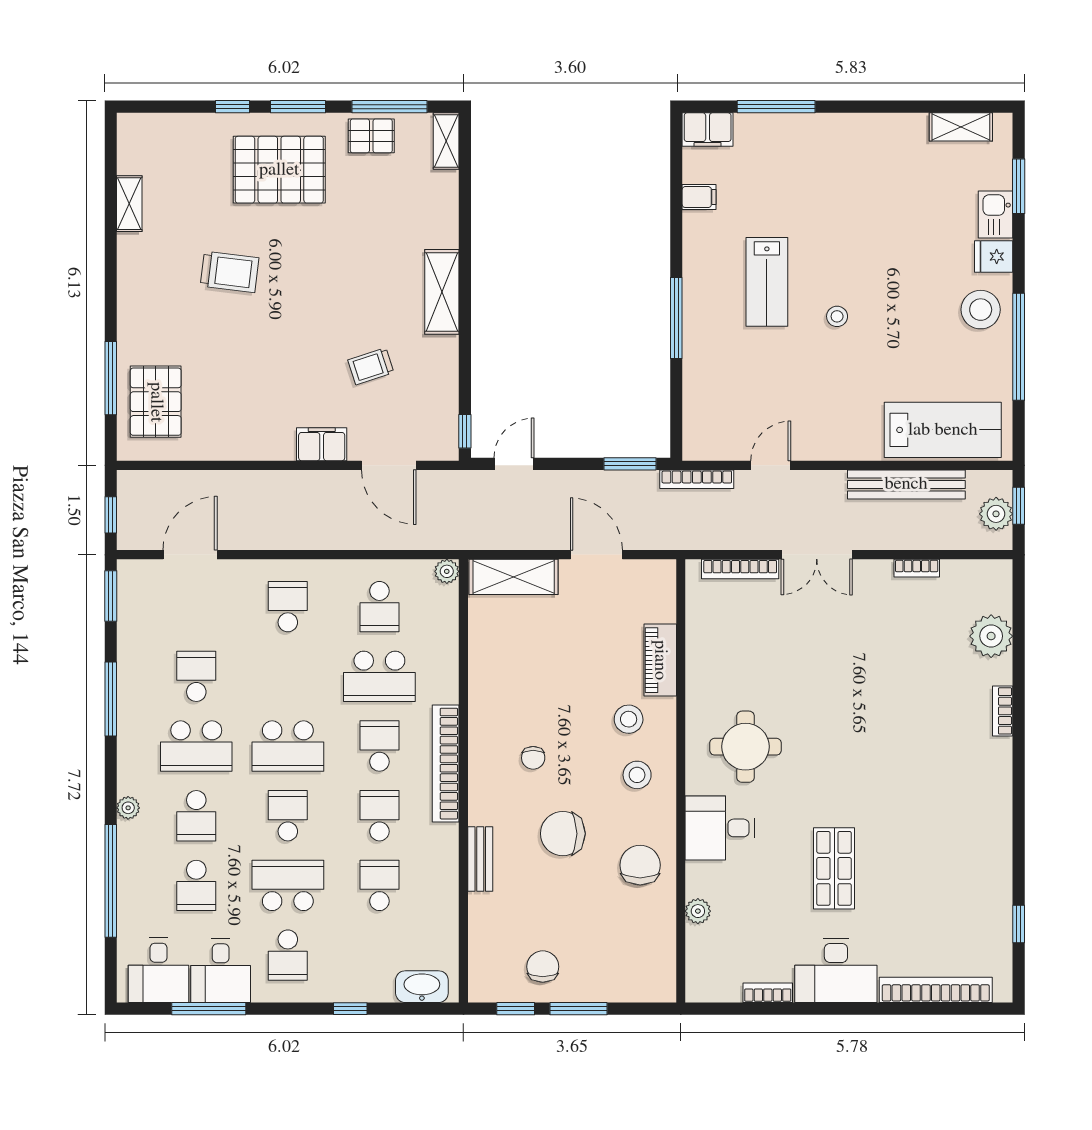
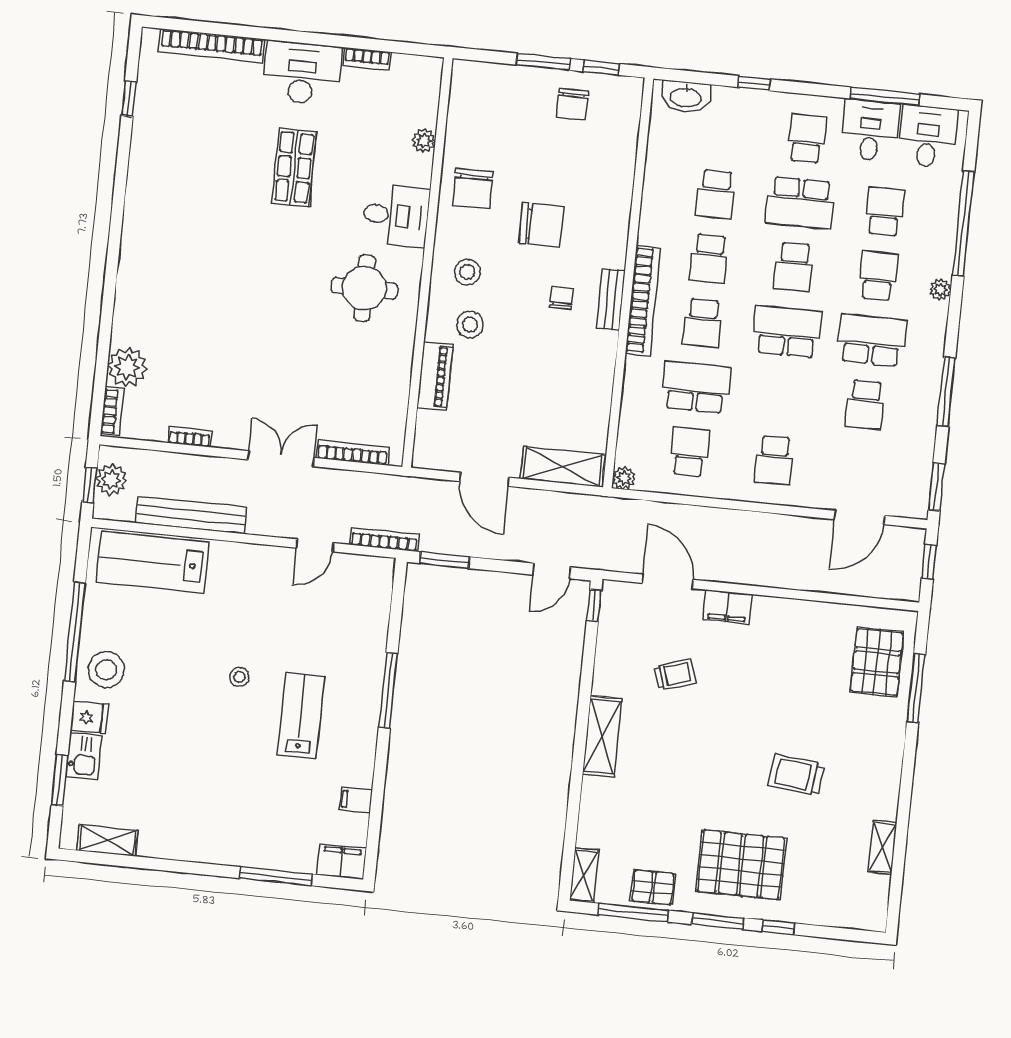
bookcase: (1003, 711) -> (112, 411), moved
bench: (480, 859) -> (611, 299), moved

